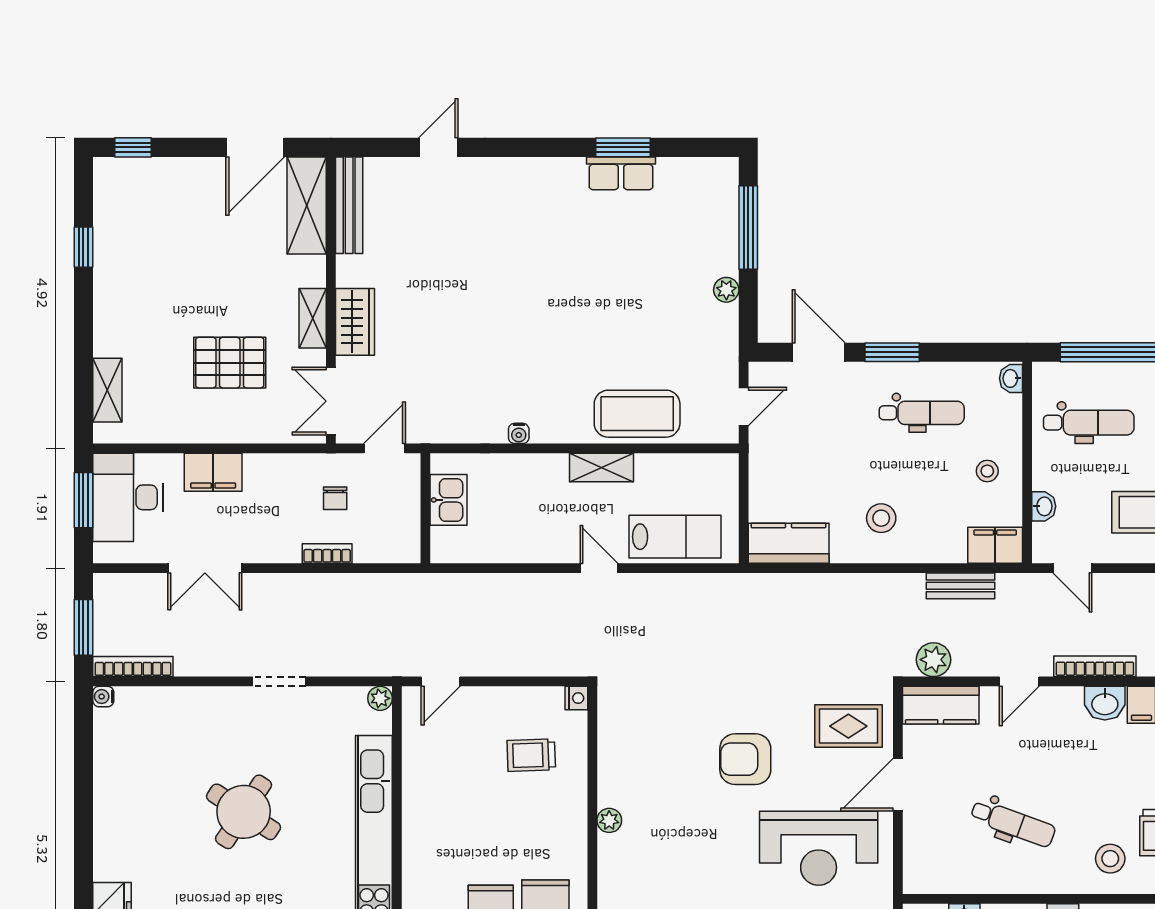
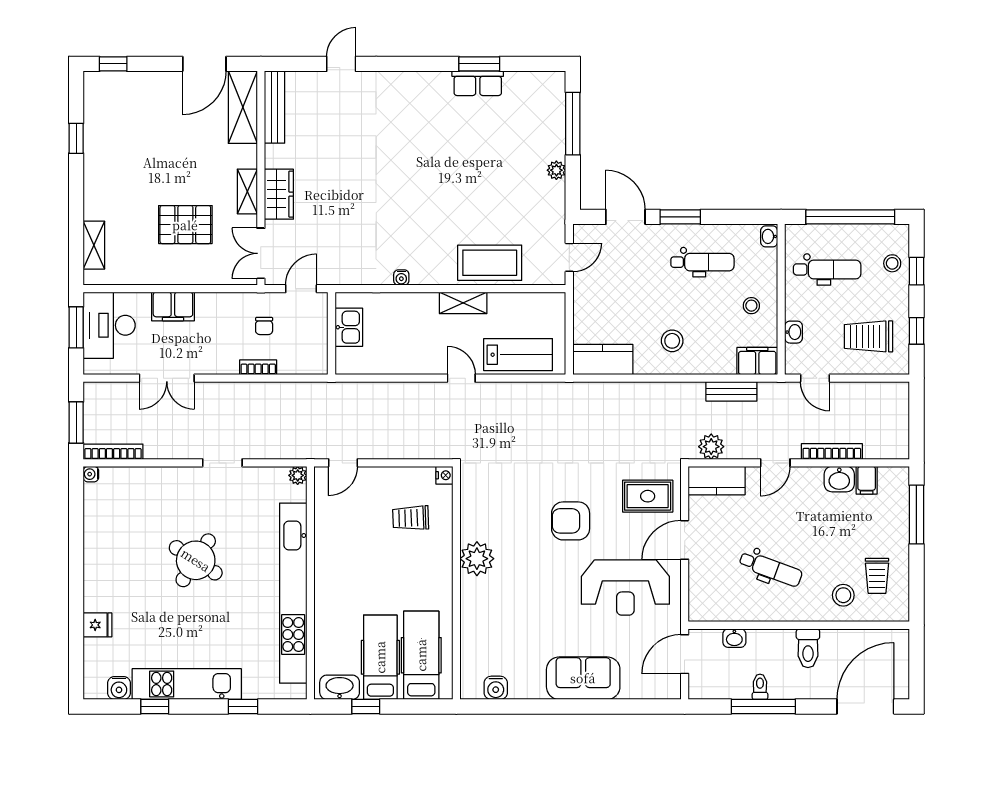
plant: (609, 820) -> (477, 559), width x1.88, depth x1.88

